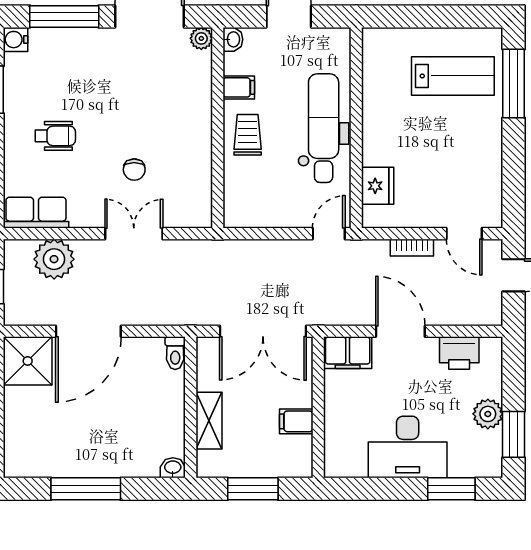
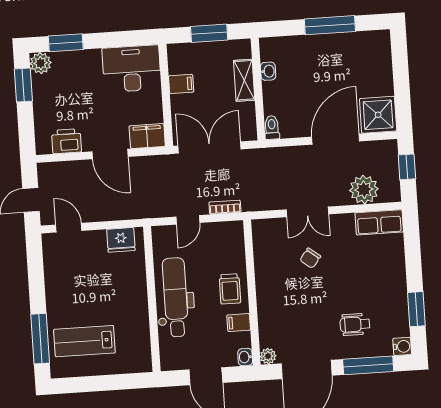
dental chair: (324, 128) -> (175, 297), turned 180
wheelchair: (55, 136) -> (355, 324), moved
chair: (134, 170) -> (310, 258), turned -142
fridge: (378, 186) -> (121, 240), moved, turned -90
door: (329, 234) -> (188, 220), moved
bookcase: (412, 248) -> (225, 207), moved
plant: (488, 414) -> (41, 63), moved
desk: (408, 447) -> (132, 69), moved
washbasin: (173, 468) -> (268, 71), moved, turned -90

